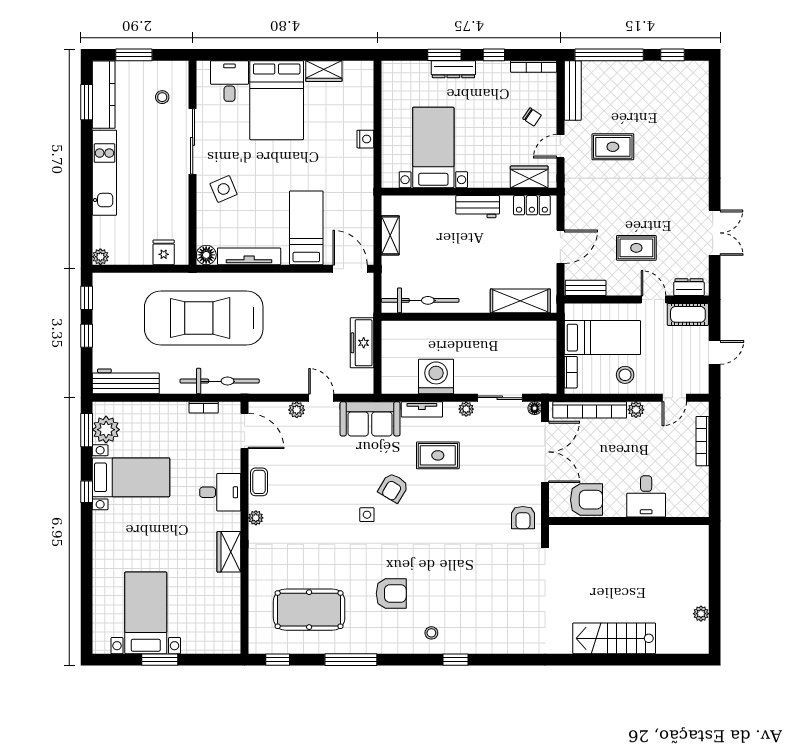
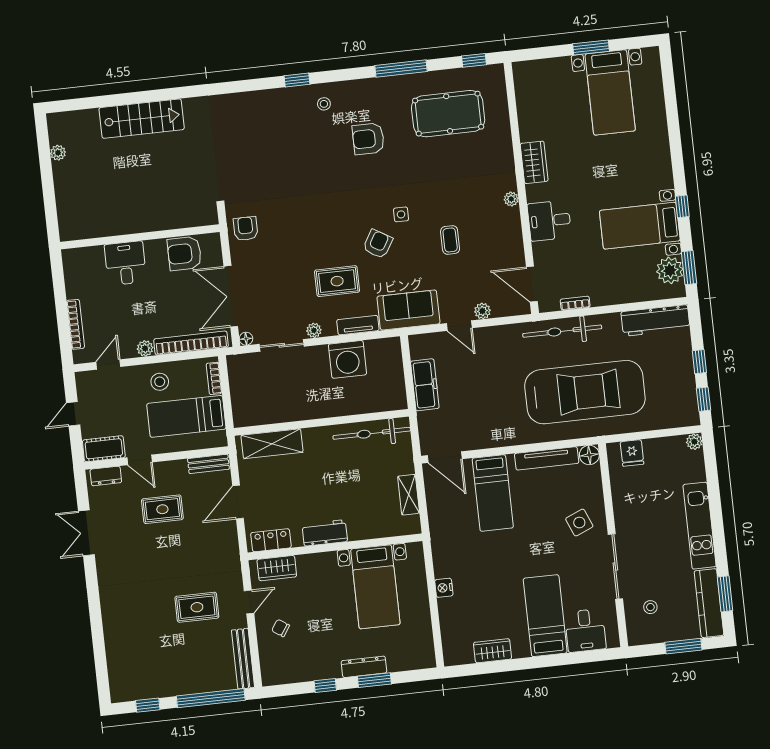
bookcase: (534, 67) -> (284, 678), removed
bed: (277, 100) -> (545, 616), width x0.67
coffee table: (259, 482) -> (450, 240), moved

